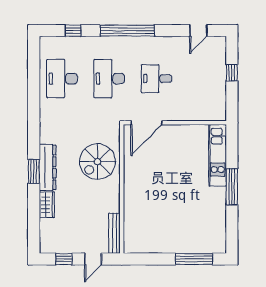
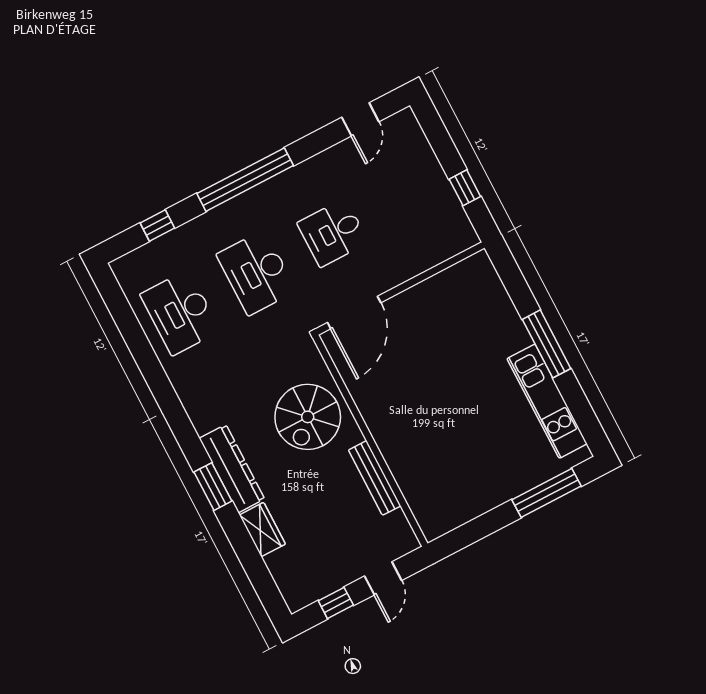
window: (232, 73) -> (465, 188), moved
kitchen unit: (218, 155) -> (547, 401), moved
bench: (114, 233) -> (375, 478), moved

